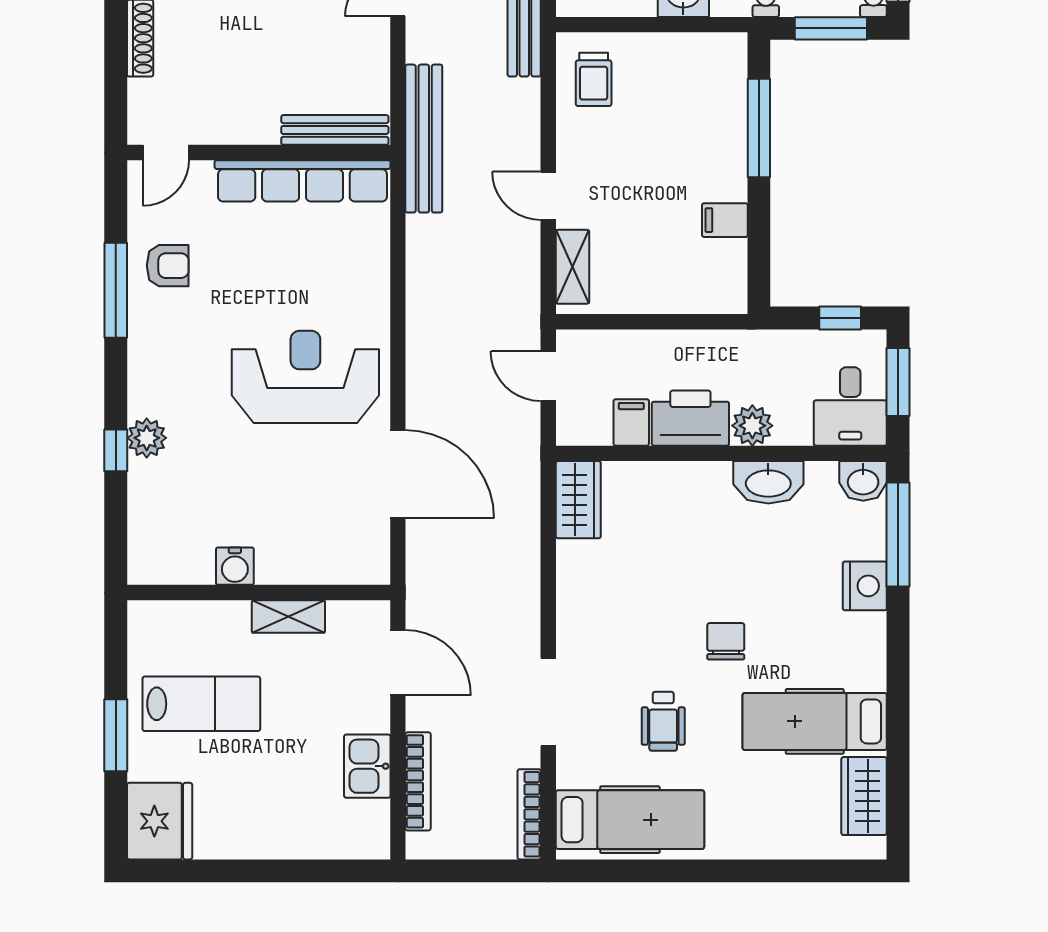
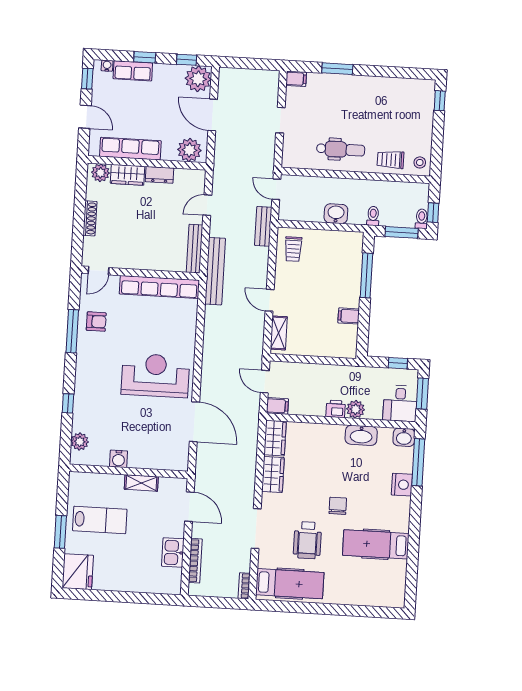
bench: (335, 130) -> (195, 249), moved, turned 90
printer: (690, 418) -> (336, 409), width x0.53, depth x0.68
filing cabinet: (631, 422) -> (277, 406), moved, turned 90
plant: (147, 438) -> (80, 442), moved
wheelchair: (663, 721) -> (307, 540), width x1.36, depth x1.37
wardrobe: (864, 796) -> (273, 474), moved, turned 180
bookcase: (529, 814) -> (244, 586), width x0.64

